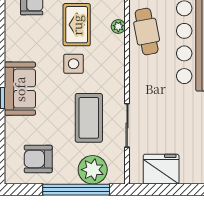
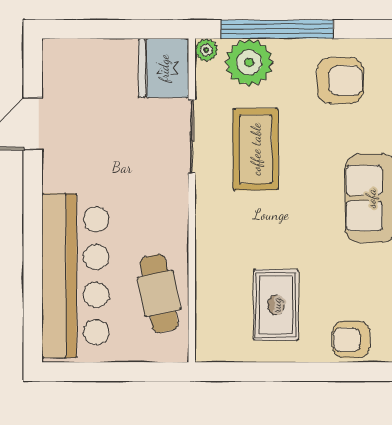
plant: (118, 27) -> (206, 50), moved
side table: (74, 64) -> (281, 240), removed
fridge: (161, 169) -> (164, 68), moved, turned 90

